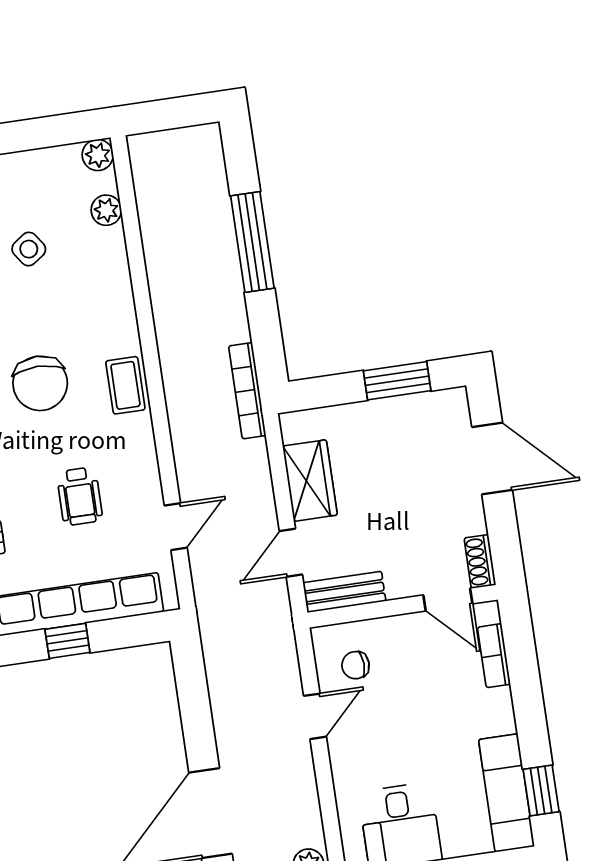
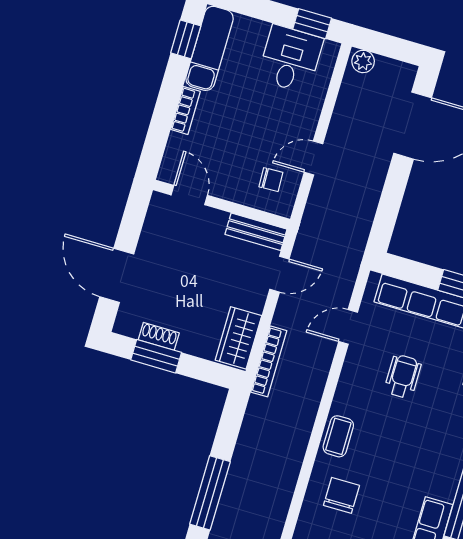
chair: (40, 383) -> (342, 495), moved, width x0.73, depth x0.73
bookcase: (247, 391) -> (269, 361), moved
wardrobe: (310, 481) -> (238, 338), moved
shoe rack: (480, 561) -> (159, 336), moved, turned -90
bookcase: (494, 656) -> (185, 110), moved

